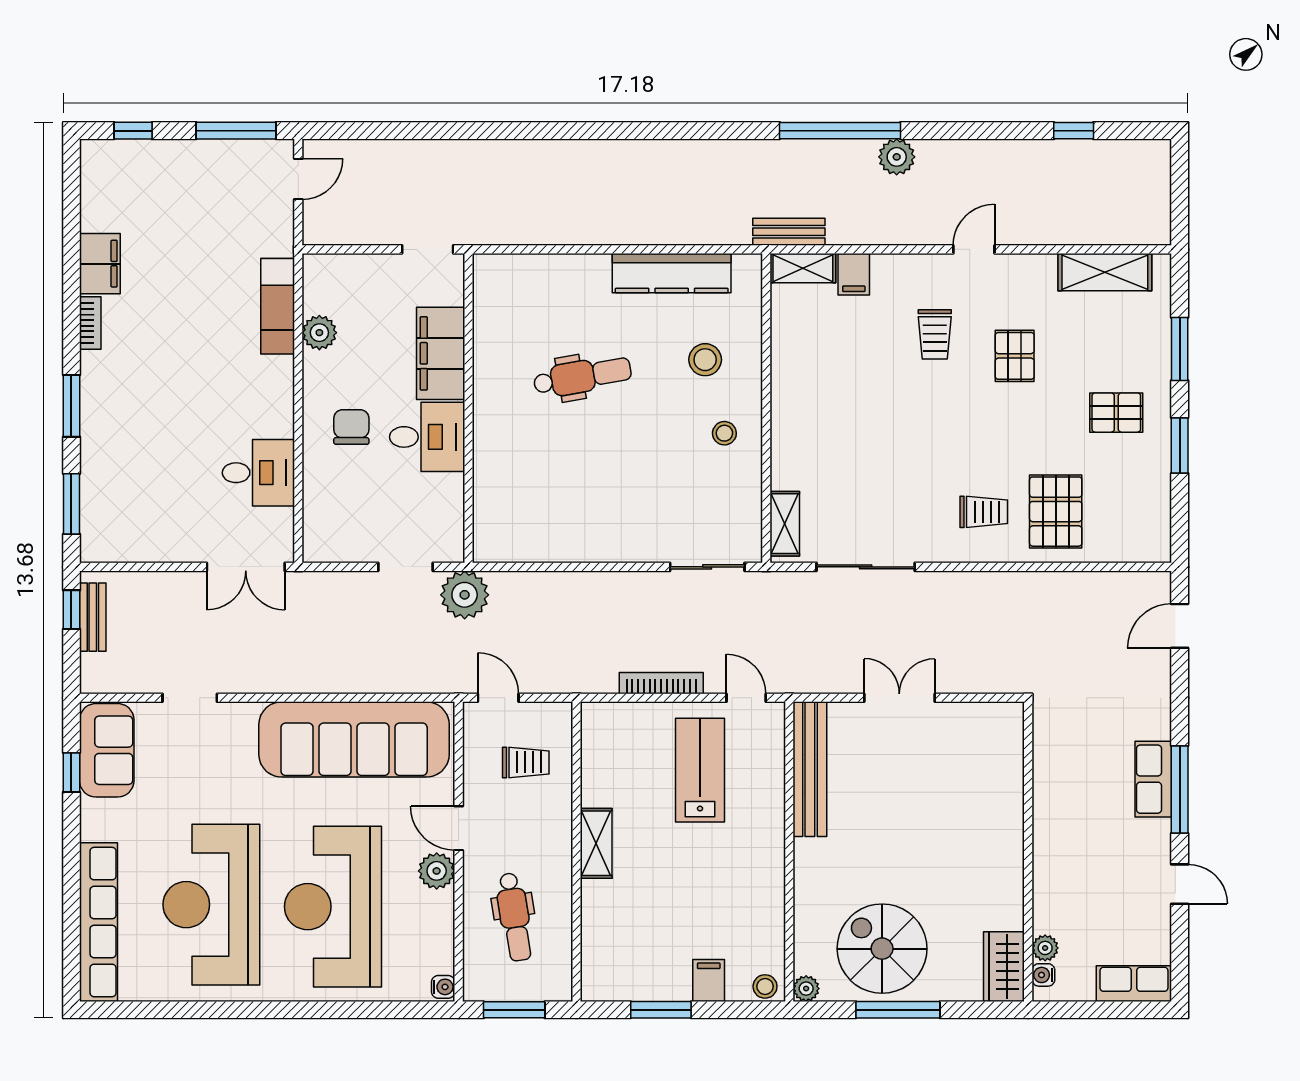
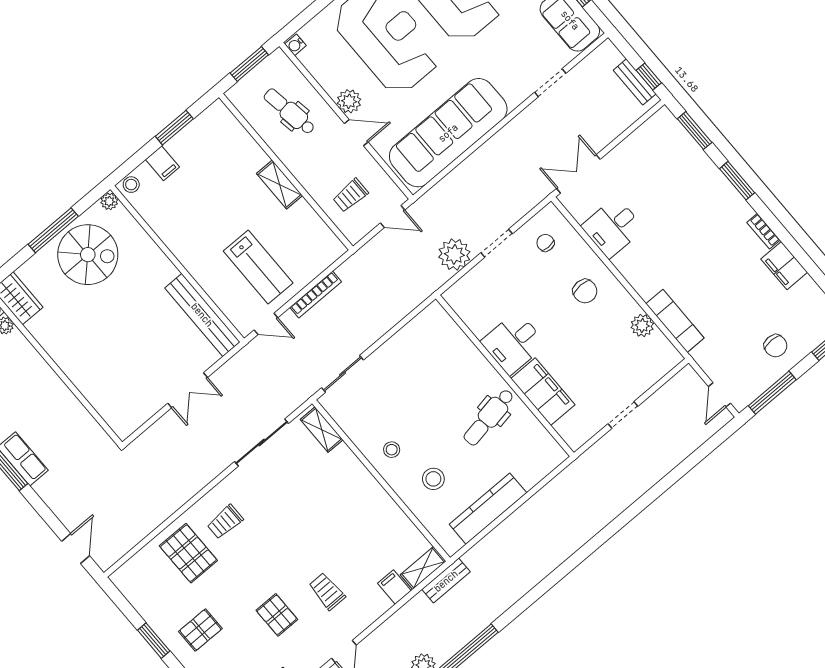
chair: (187, 181) -> (776, 346), added
filing cabinet: (441, 353) -> (543, 392), moved
wall: (468, 408) -> (505, 376), moved
desk: (427, 437) -> (514, 343), moved
chair: (350, 520) -> (545, 243), added

